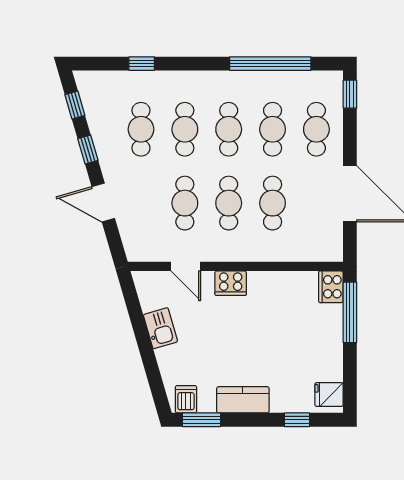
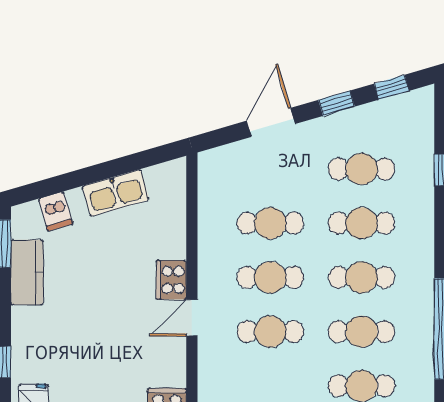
door: (186, 266) -> (192, 318), moved
kitchen sink: (160, 328) -> (116, 193), width x1.38
dishwasher: (186, 399) -> (56, 211), moved, turned 74
kitchen counter: (243, 400) -> (27, 272), moved

